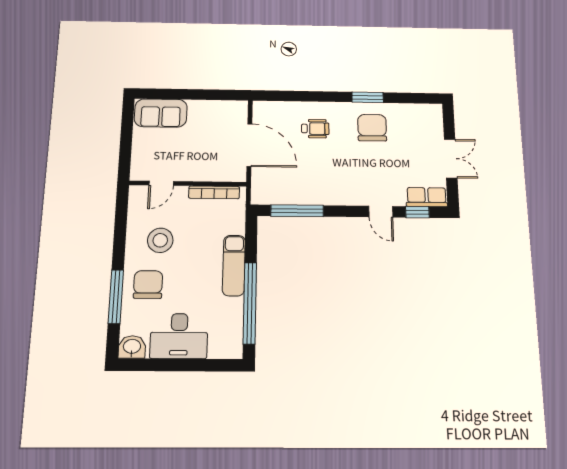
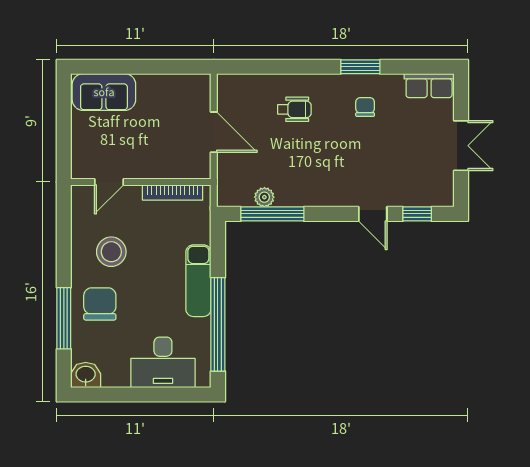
chair: (372, 128) -> (365, 107), width x0.54, depth x0.54
door: (249, 145) -> (214, 132), width x0.73
plant: (290, 197) -> (264, 197), added
row of seats: (427, 197) -> (429, 86), moved, turned 180
desk: (179, 336) -> (163, 362), moved

